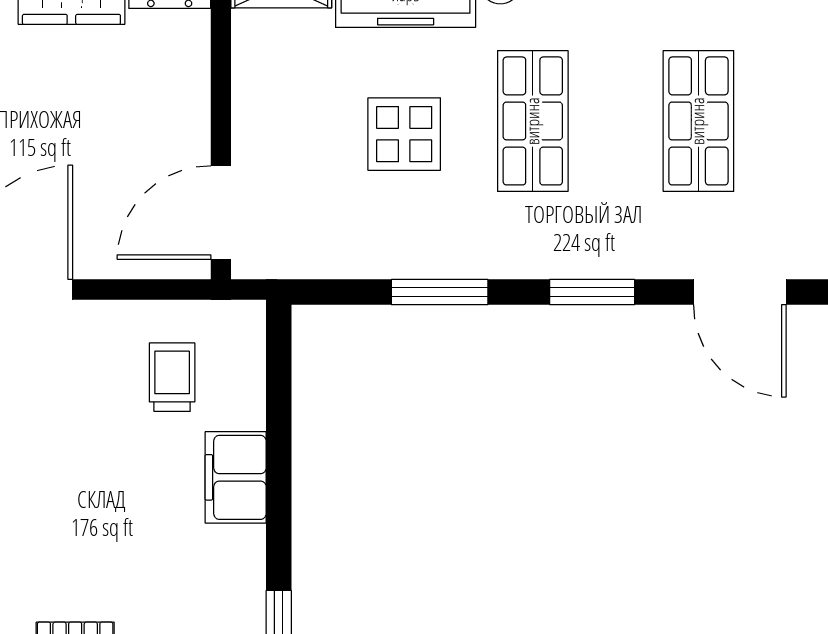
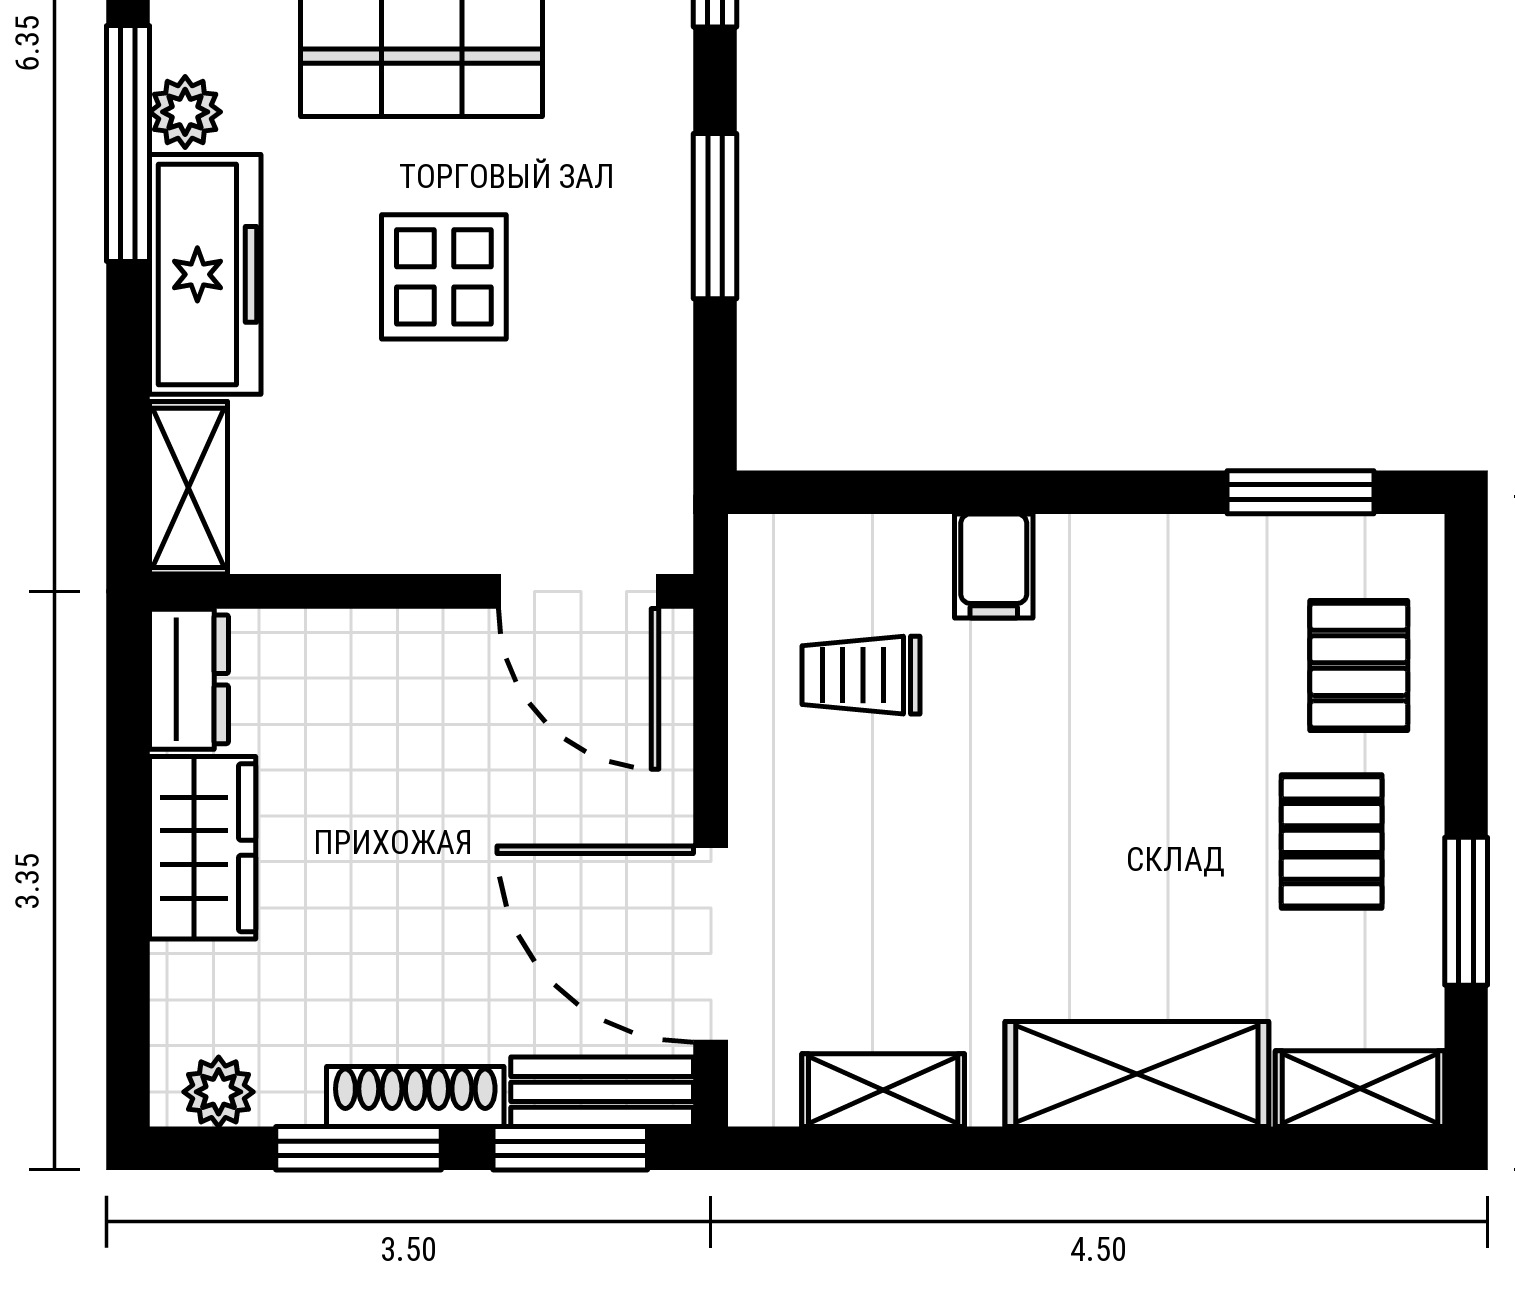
filing cabinet: (236, 477) -> (994, 566), width x0.50

